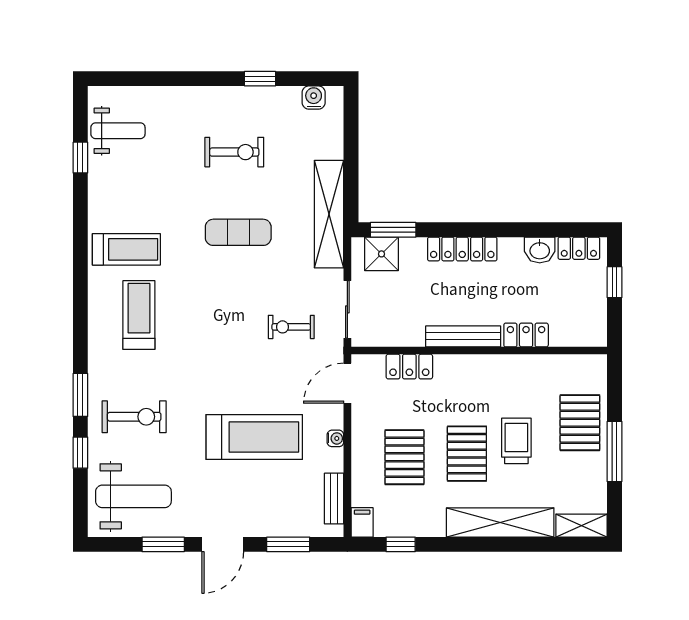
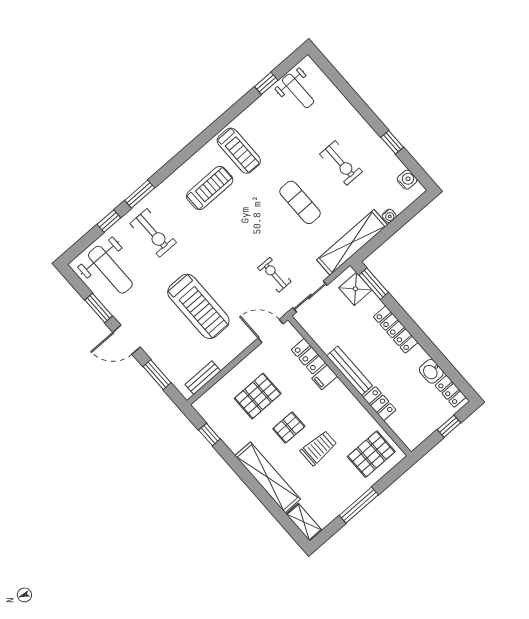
pallet: (580, 423) -> (371, 454), moved
water cooler: (335, 438) -> (389, 216), moved
pallet: (467, 454) -> (289, 428), width x0.67, depth x0.71
filing cabinet: (362, 522) -> (325, 377), moved, turned 180

